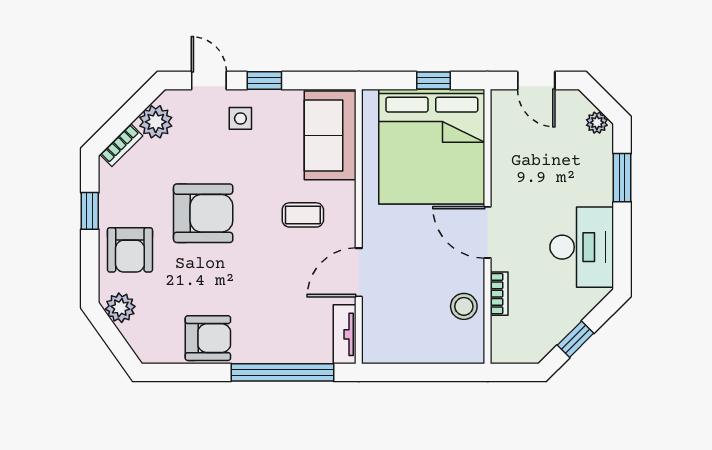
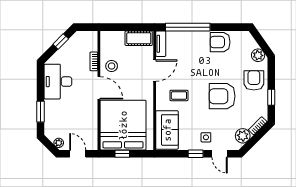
plant: (597, 123) -> (59, 143), moved
stool: (464, 306) -> (112, 66), moved
cot: (396, 347) -> (139, 38), added

